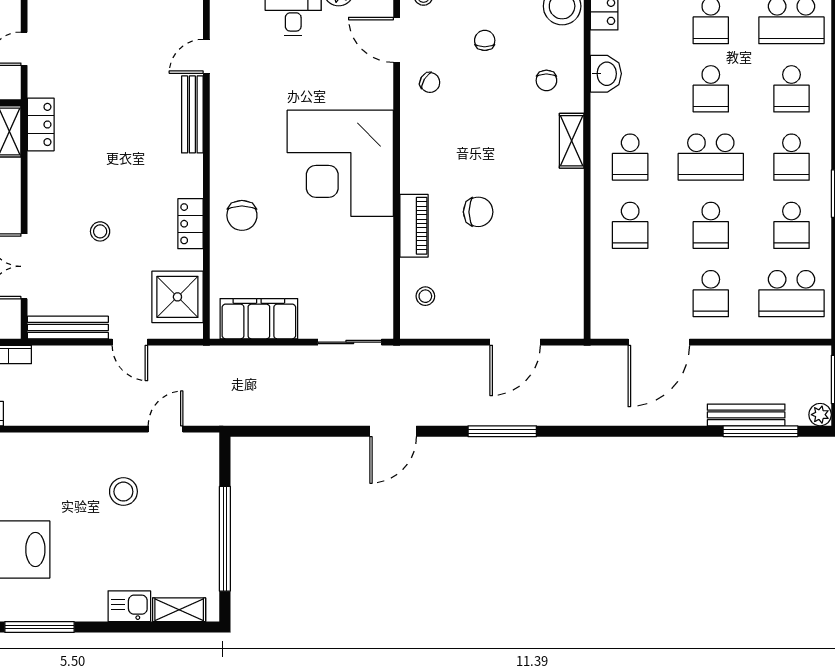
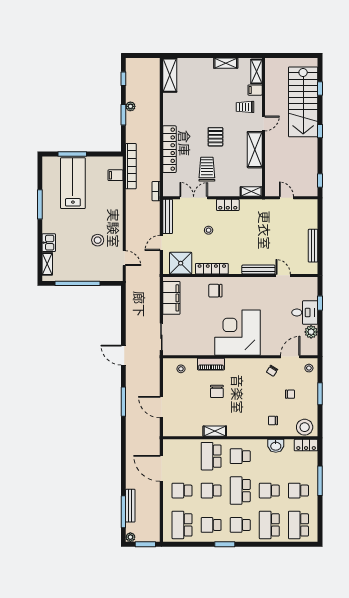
school desk: (791, 89) -> (269, 525), width x1.85
locker: (41, 124) -> (228, 205), moved
shelving: (572, 141) -> (215, 431), moved
locker: (190, 224) -> (212, 269), width x1.53
school desk: (630, 225) -> (211, 456), width x1.85

